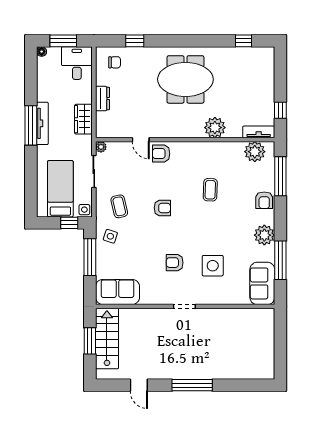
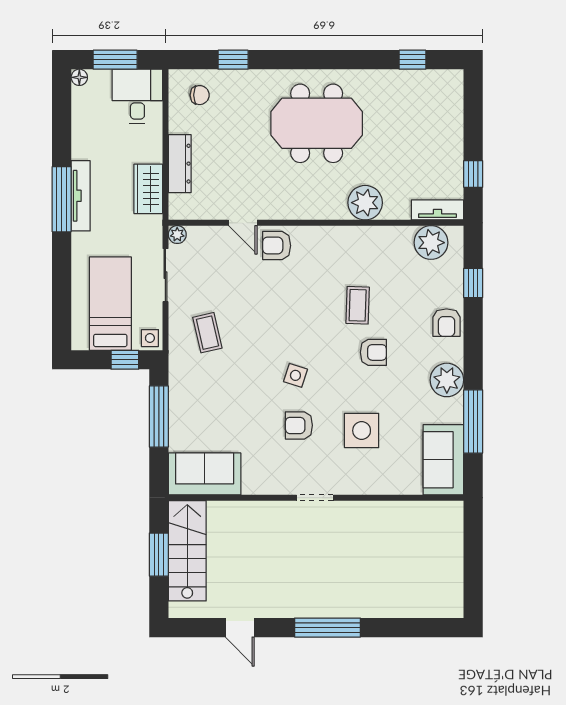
dresser: (102, 99) -> (180, 164), width x1.44
window: (280, 176) -> (473, 283), width x0.46
armchair: (162, 208) -> (373, 352), moved
side table: (110, 236) -> (295, 375), moved

